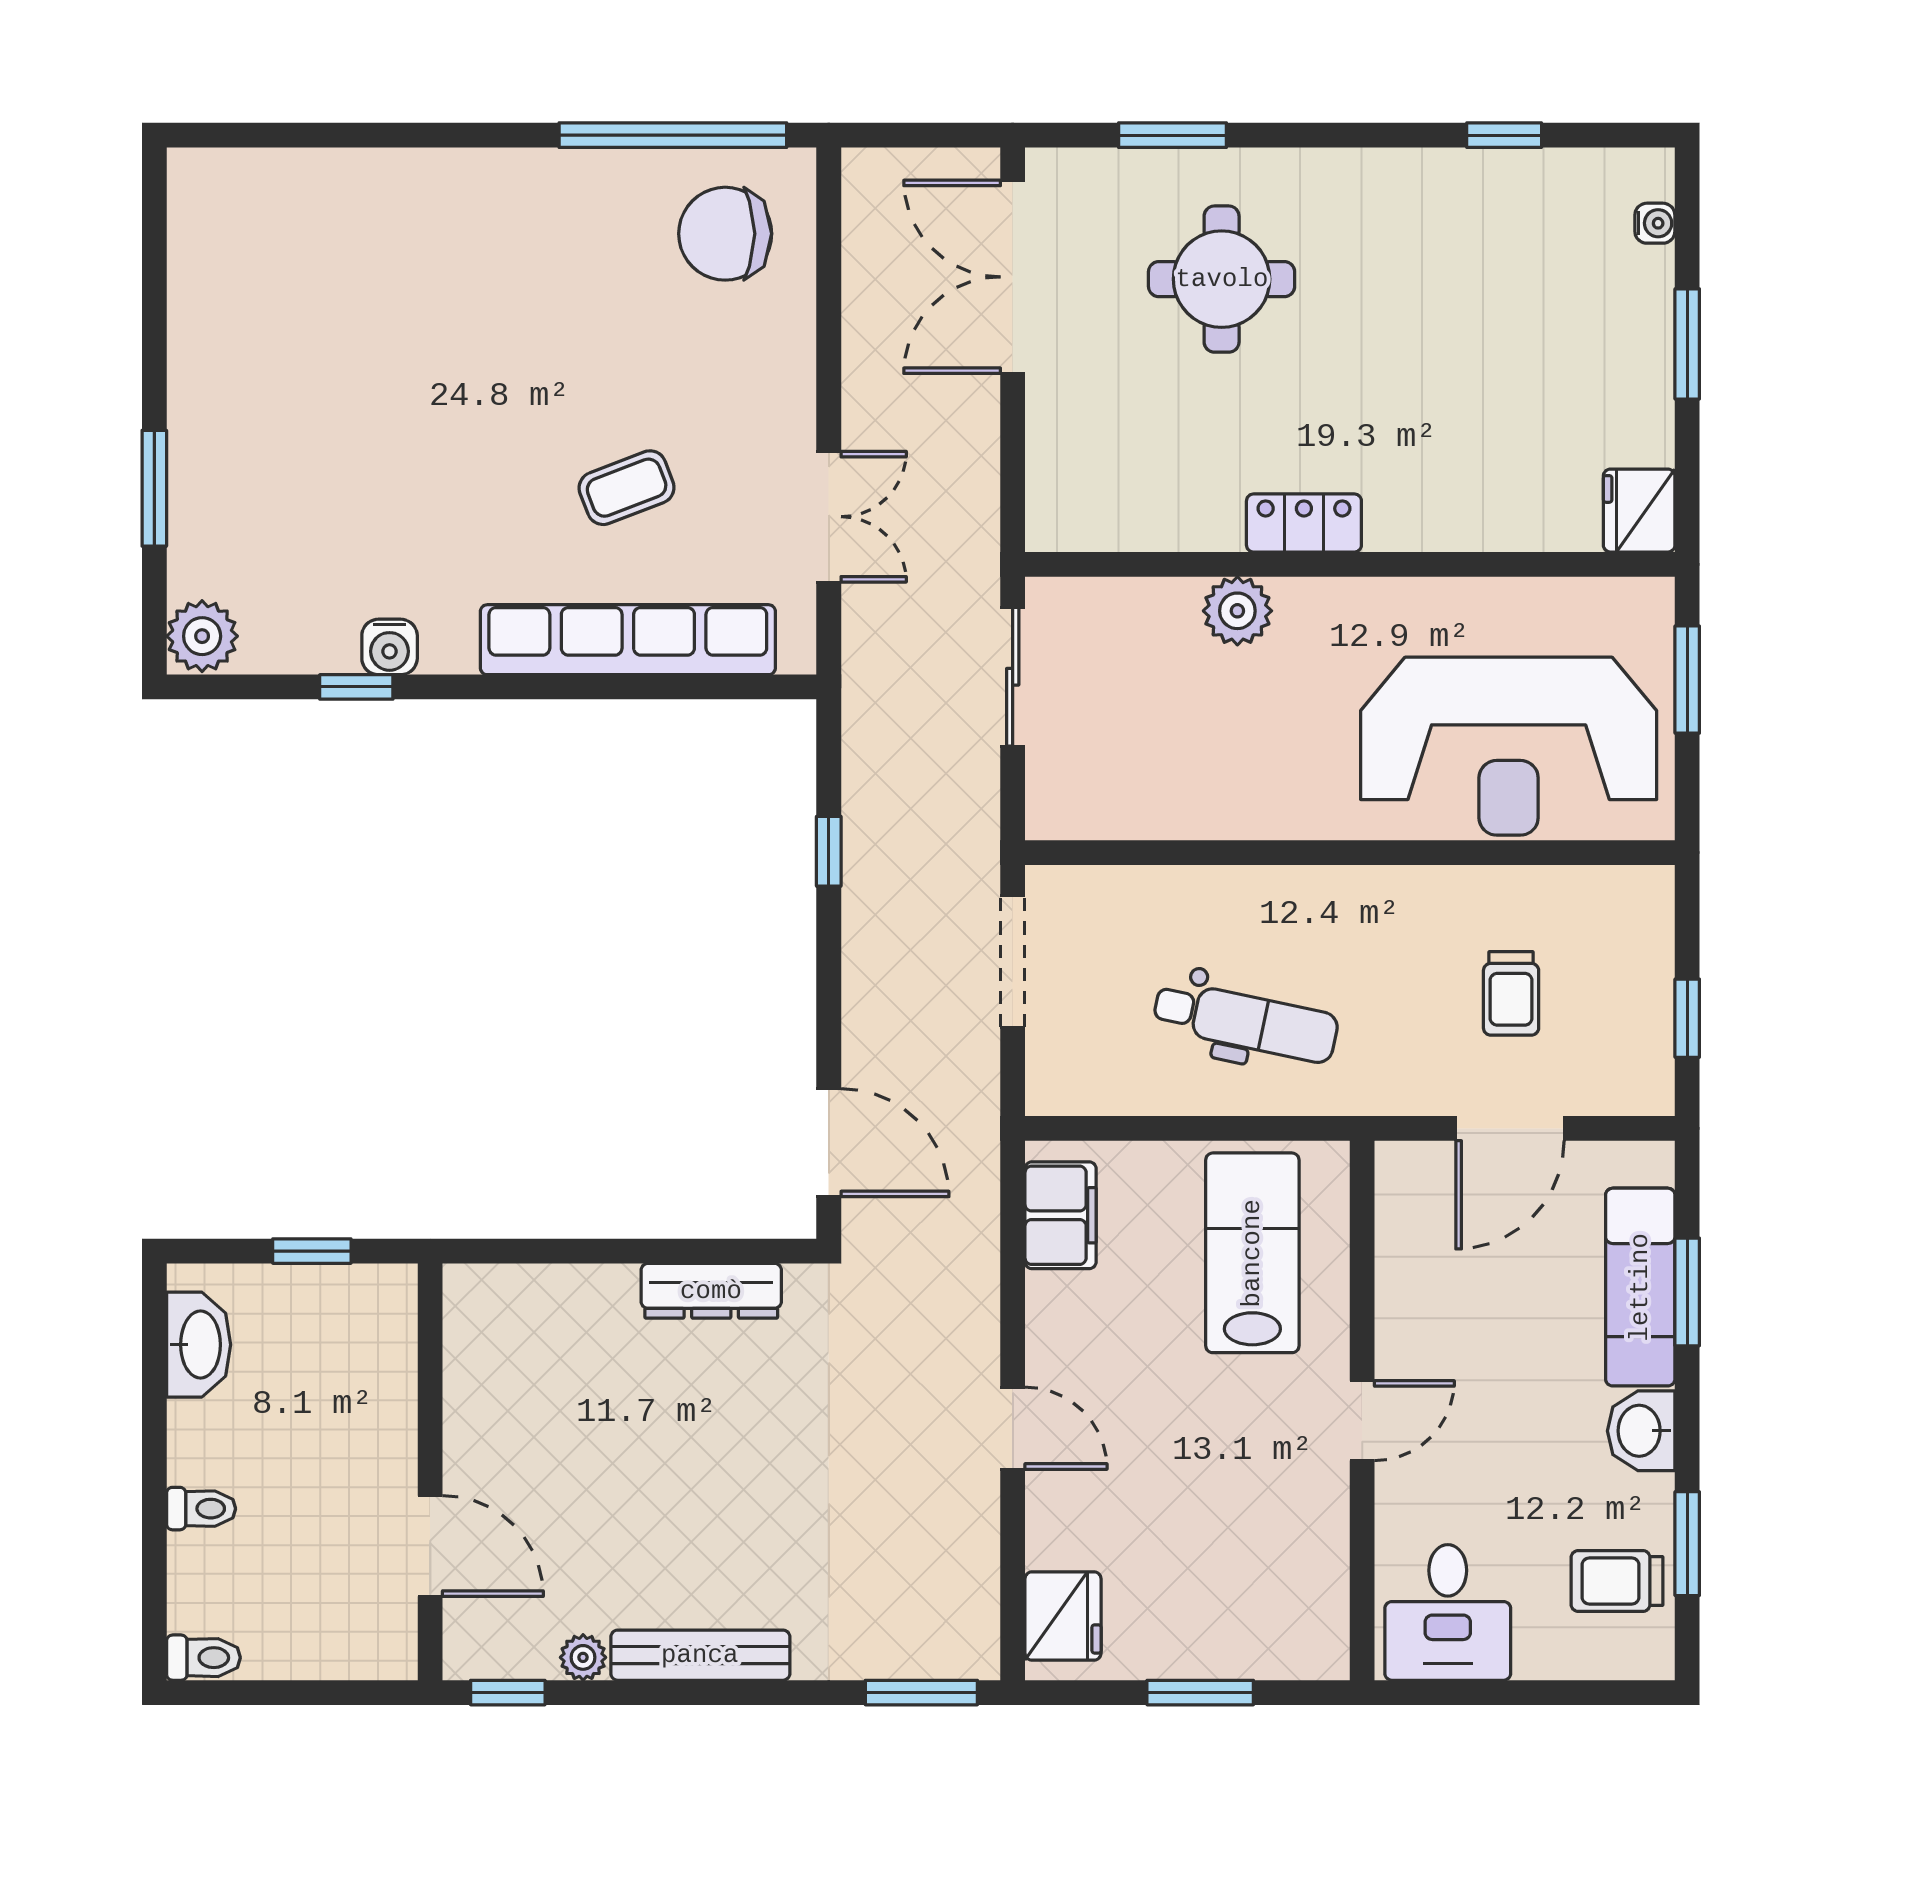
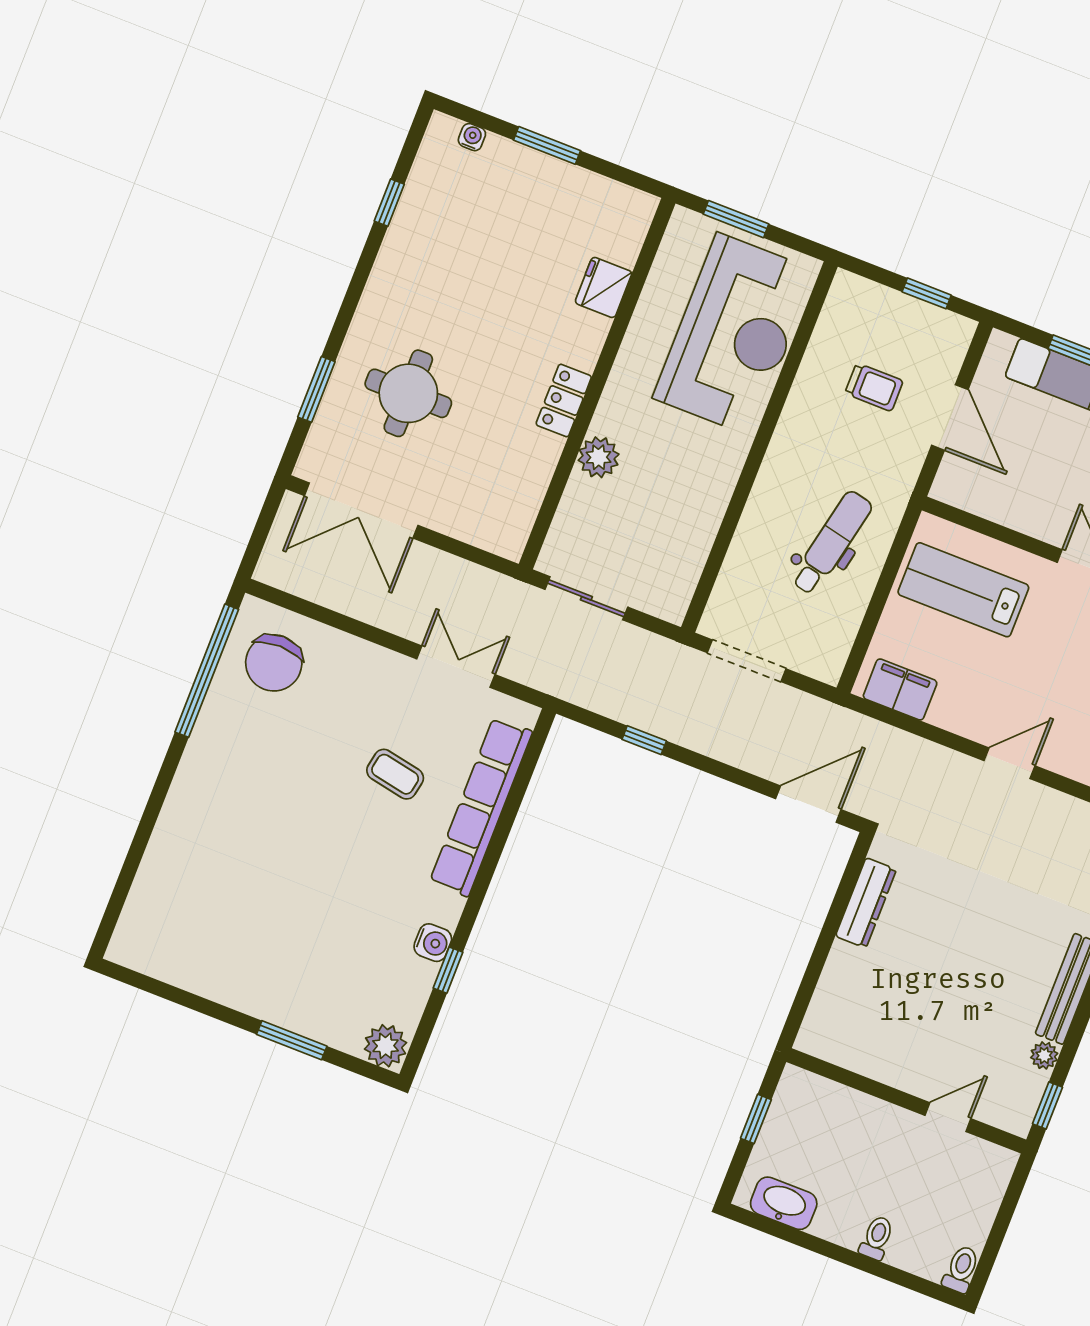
coffee table: (627, 488) -> (395, 774), turned -58
fridge: (1639, 511) -> (603, 287), moved, turned 90
door: (430, 1546) -> (948, 1117), width x0.73

